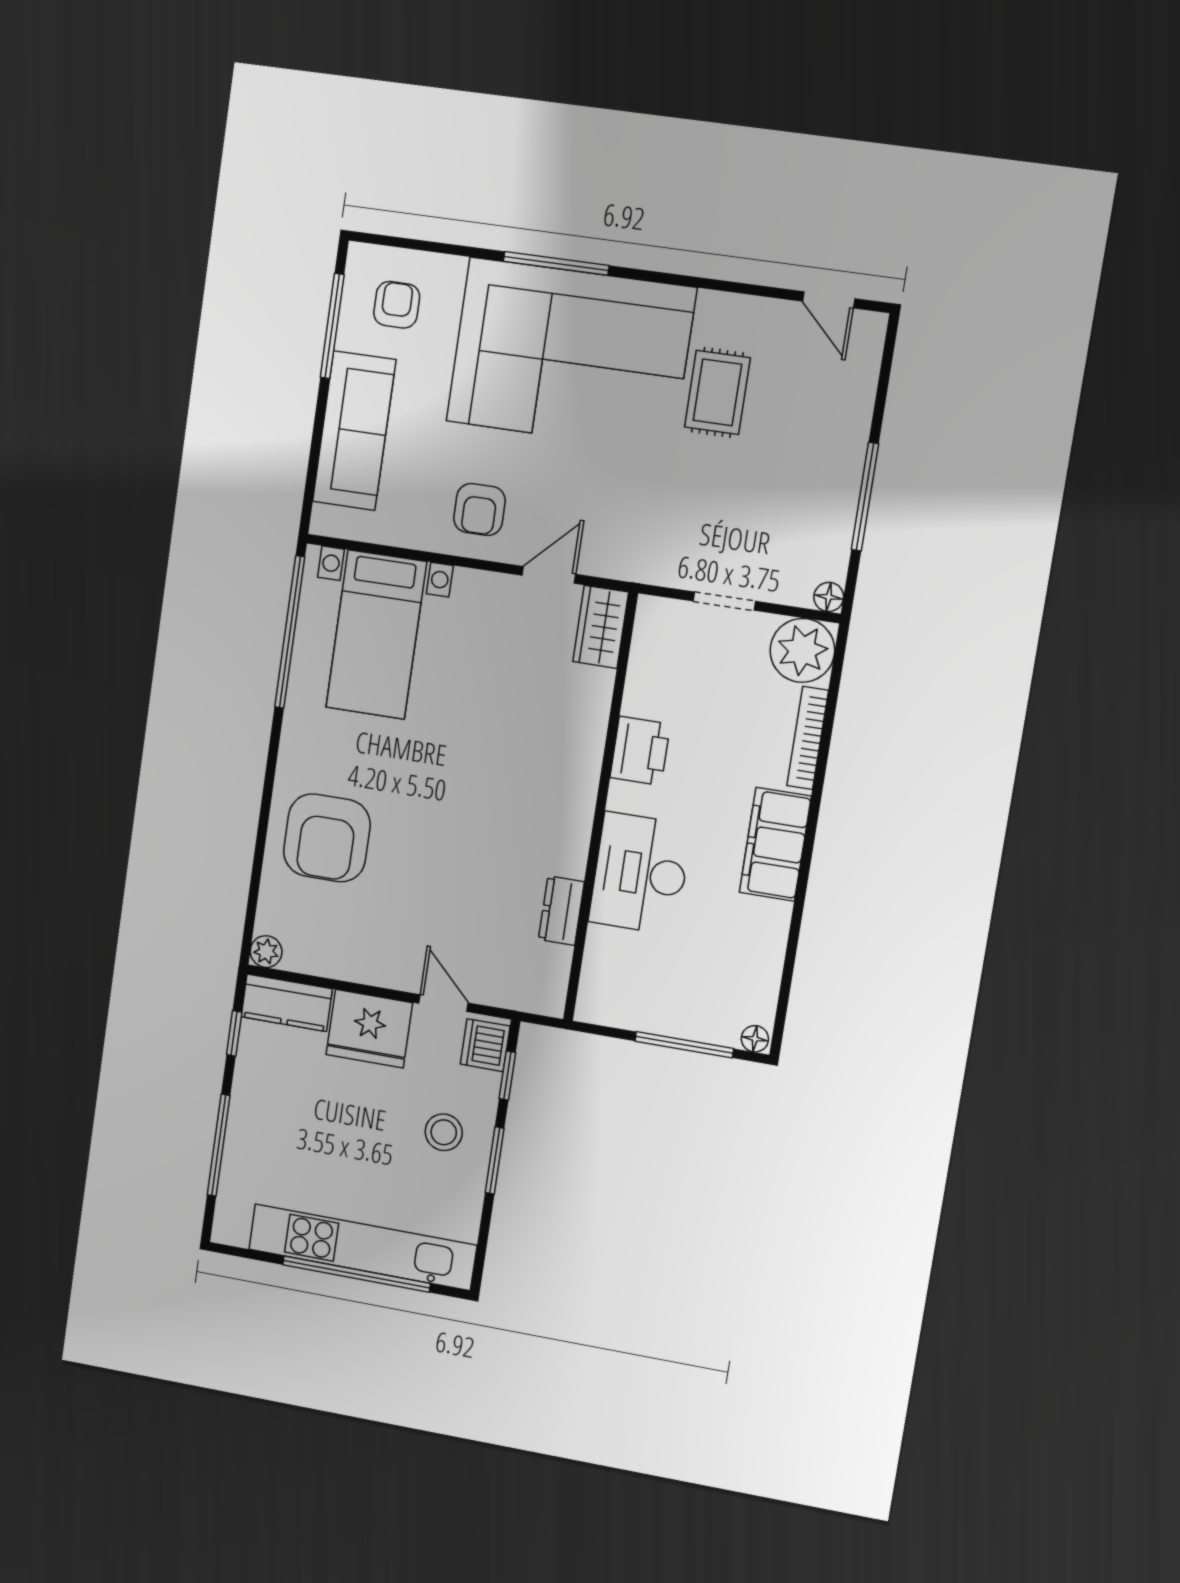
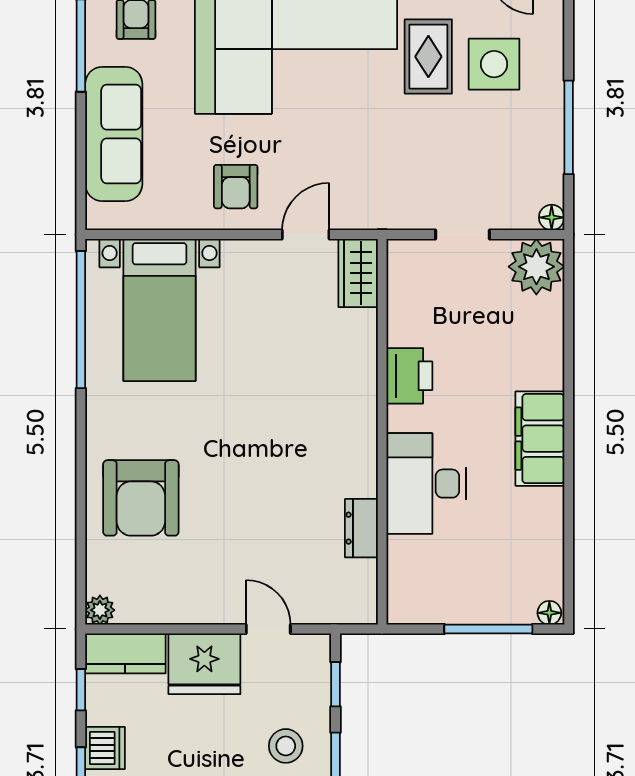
side table: (791, 412) -> (494, 64), added
bookcase: (808, 738) -> (553, 342), removed
dishwasher: (485, 1045) -> (105, 748), moved, turned 180

